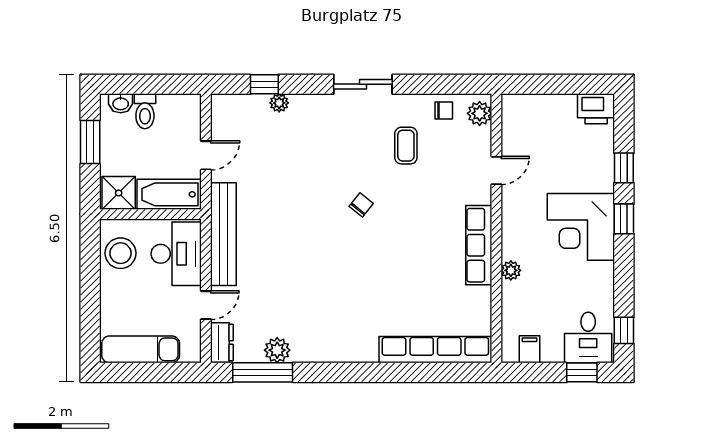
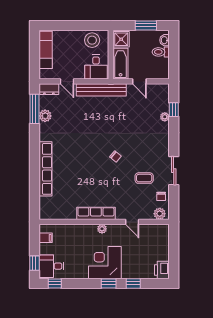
sliding door: (363, 84) -> (174, 171), moved
desk: (176, 254) -> (96, 67), width x0.73
plant: (511, 270) -> (102, 229), moved
row of seats: (435, 350) -> (45, 169), moved

